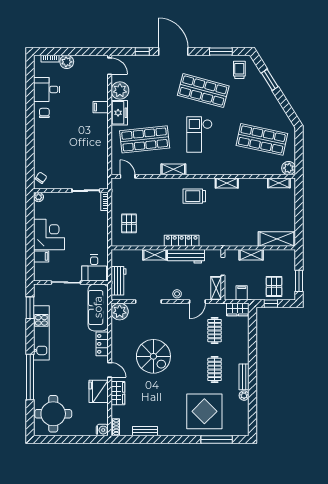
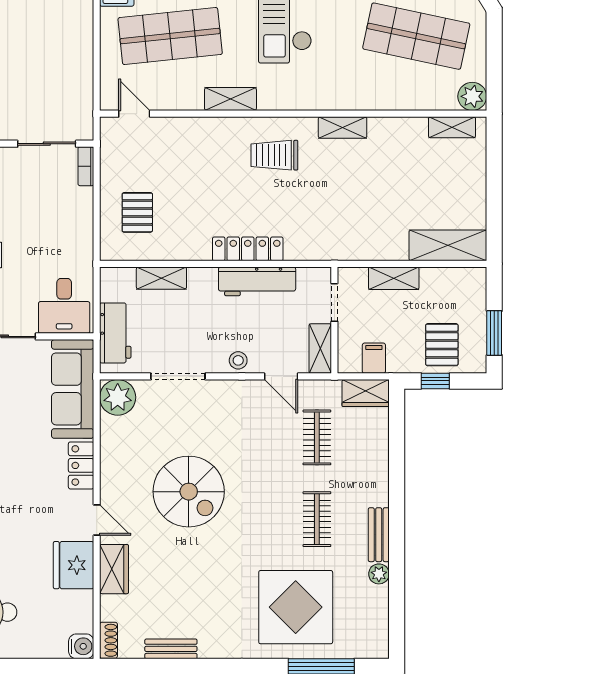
shelving: (155, 255) -> (161, 278), moved
door: (197, 302) -> (281, 376), hinge flipped

